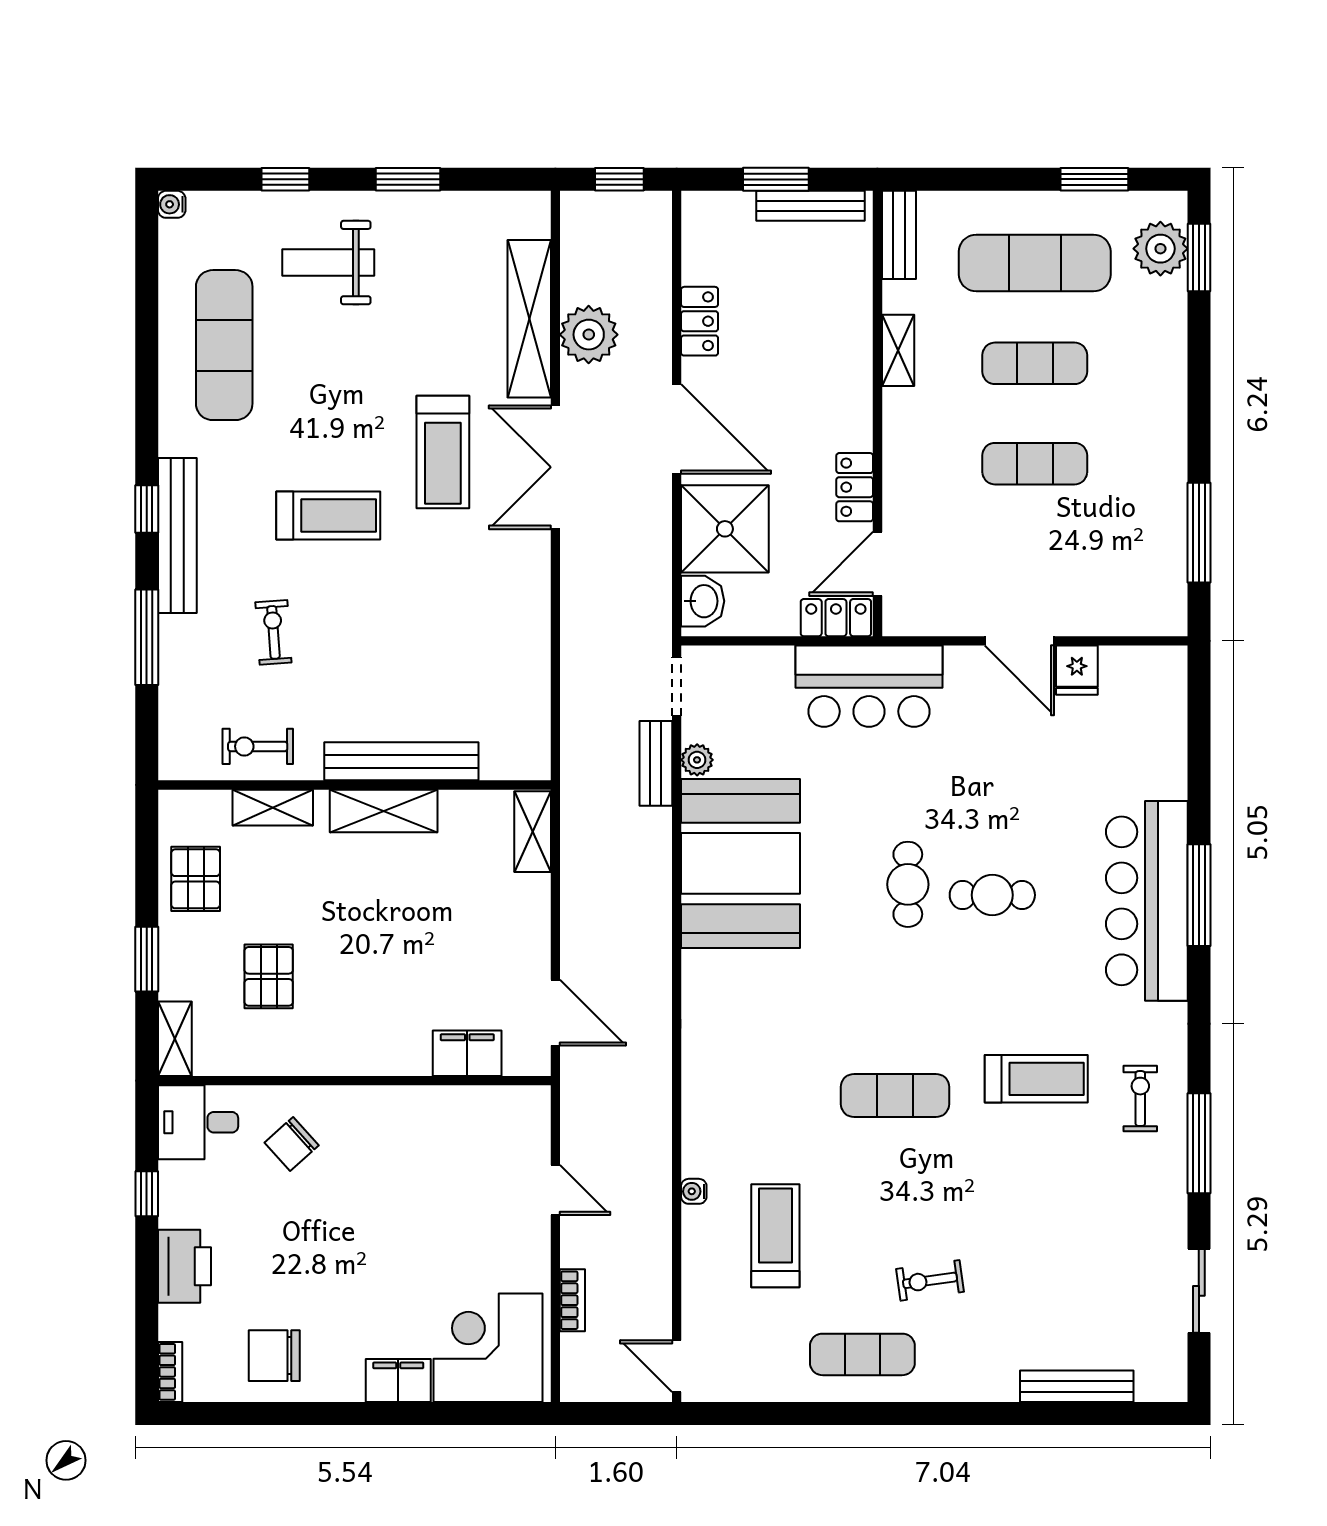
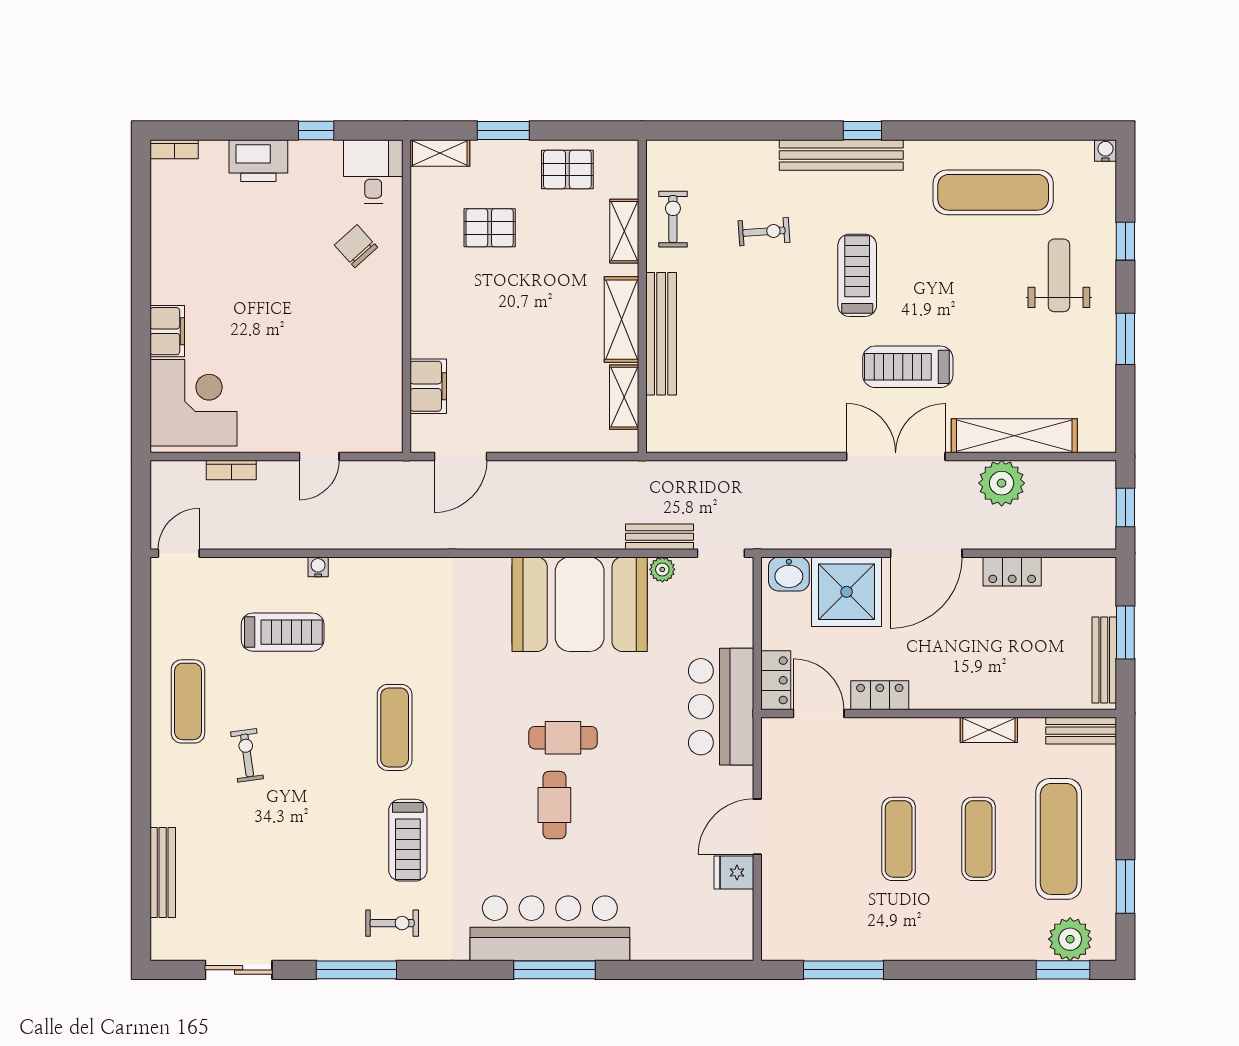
treadmill: (328, 516) -> (857, 275), turned 180
window: (147, 637) -> (760, 131), removed
shelving: (533, 832) -> (624, 397), moved, turned 90
chair: (274, 1356) -> (187, 232), removed

